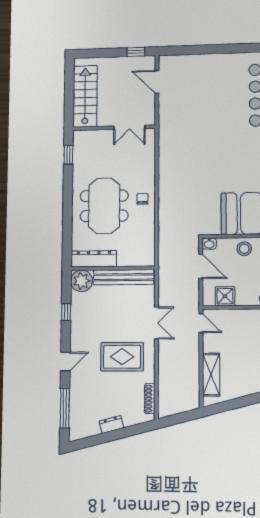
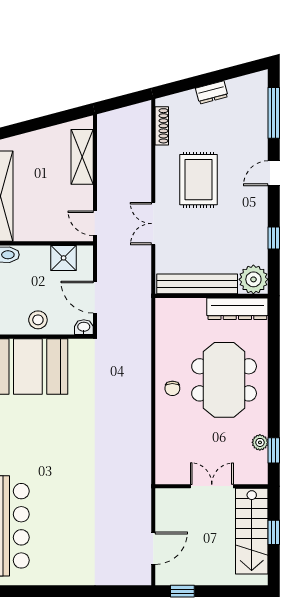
door: (157, 82) -> (153, 548), hinge flipped
window: (69, 96) -> (274, 532), added
double door: (129, 127) -> (212, 486), moved
plant: (78, 160) -> (260, 442), added
rug: (122, 357) -> (198, 180), turned 90

